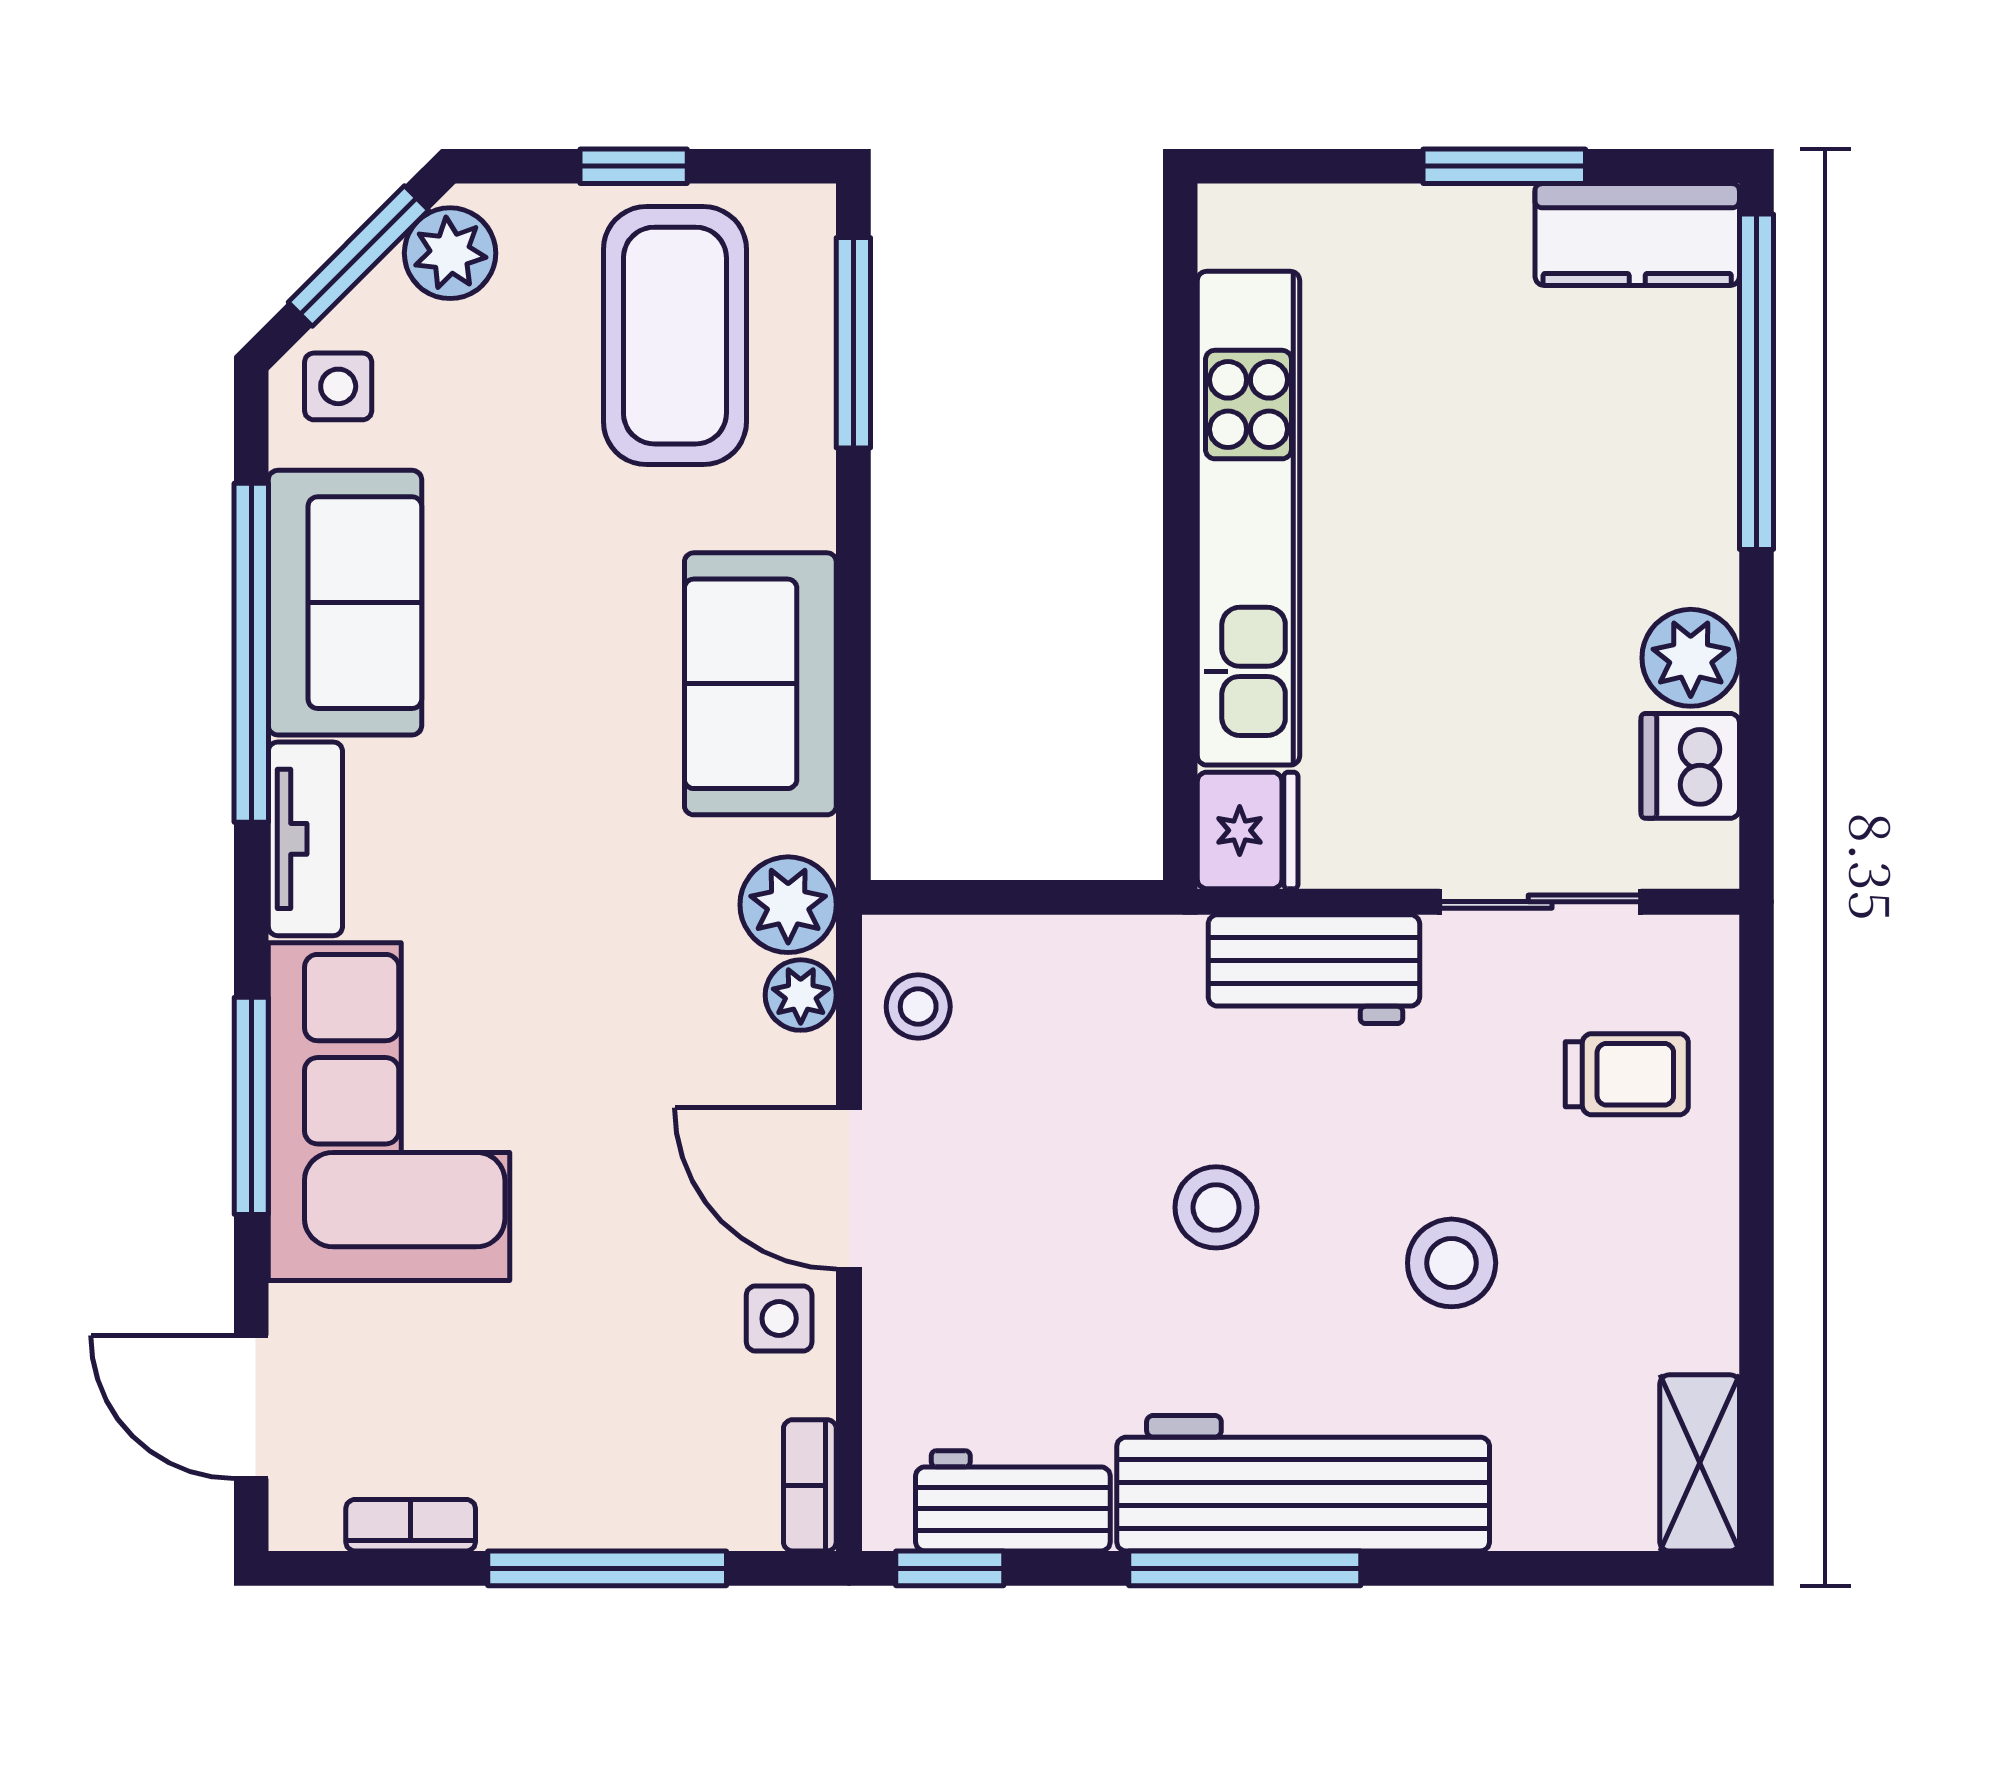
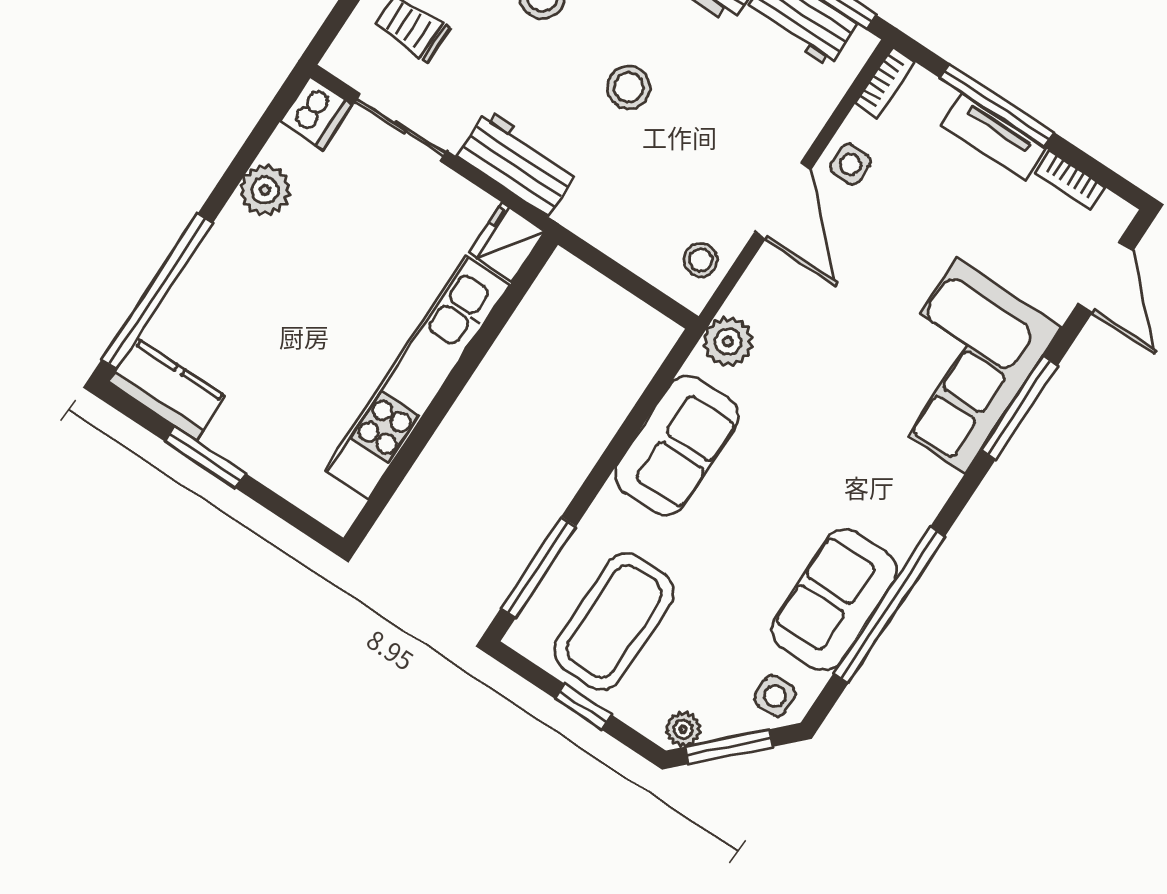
plant: (450, 253) -> (683, 729), width x0.73, depth x0.73
dishwasher: (1690, 766) -> (316, 113), moved
tv unit: (305, 839) -> (993, 137), moved, turned -90
plant: (801, 995) -> (748, 299), removed

